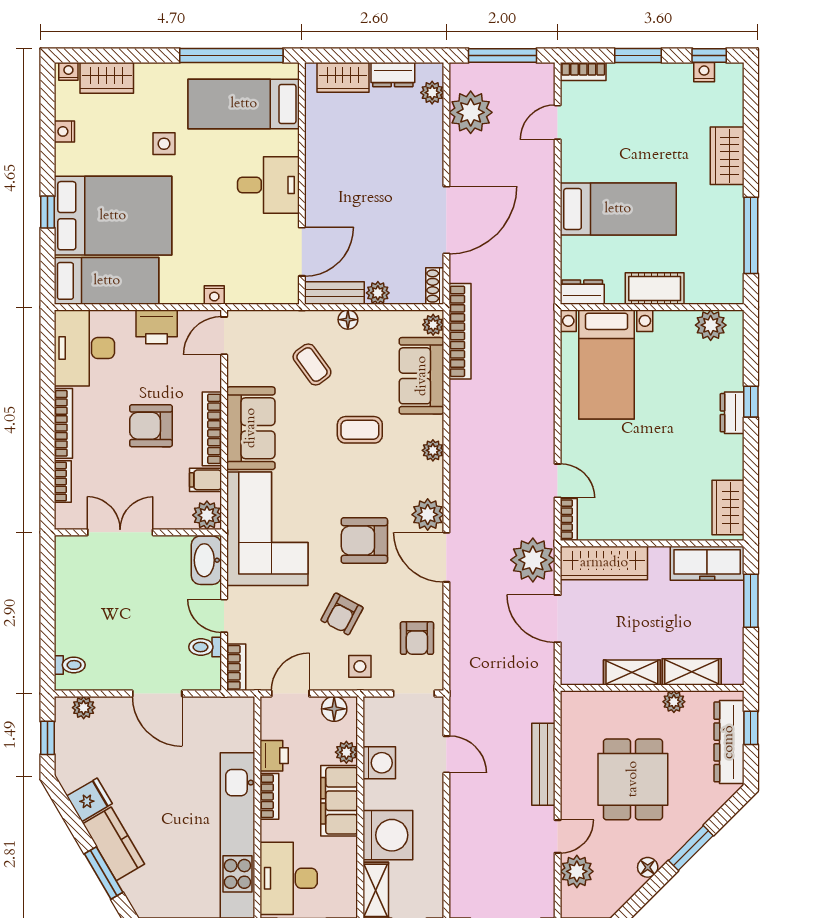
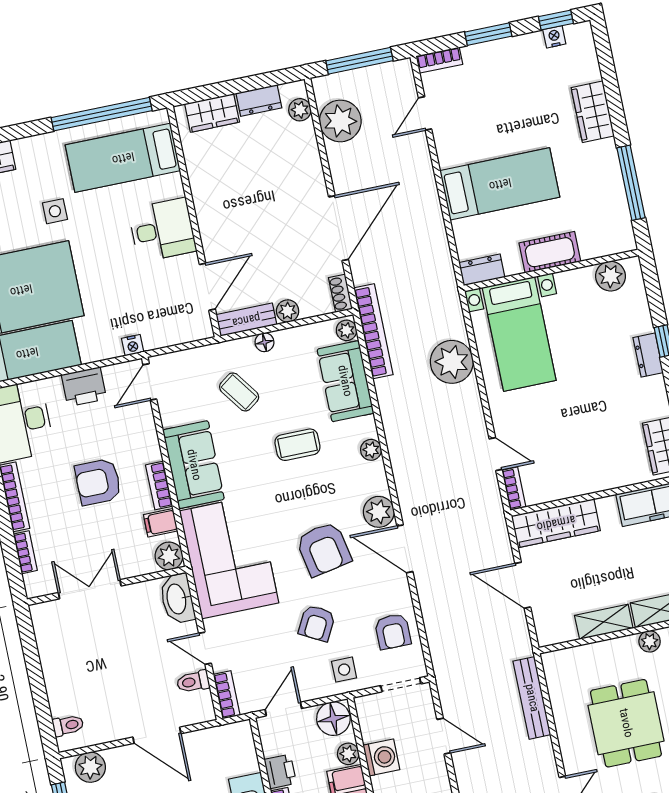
bookcase: (212, 429) -> (159, 486), width x0.64
armchair: (364, 541) -> (324, 549), turned -101
plant: (533, 560) -> (452, 362), moved
plant: (84, 708) -> (90, 767), width x1.38, depth x1.38
floor lamp: (334, 709) -> (333, 719), width x1.38, depth x1.38
bench: (543, 764) -> (532, 698), moved

